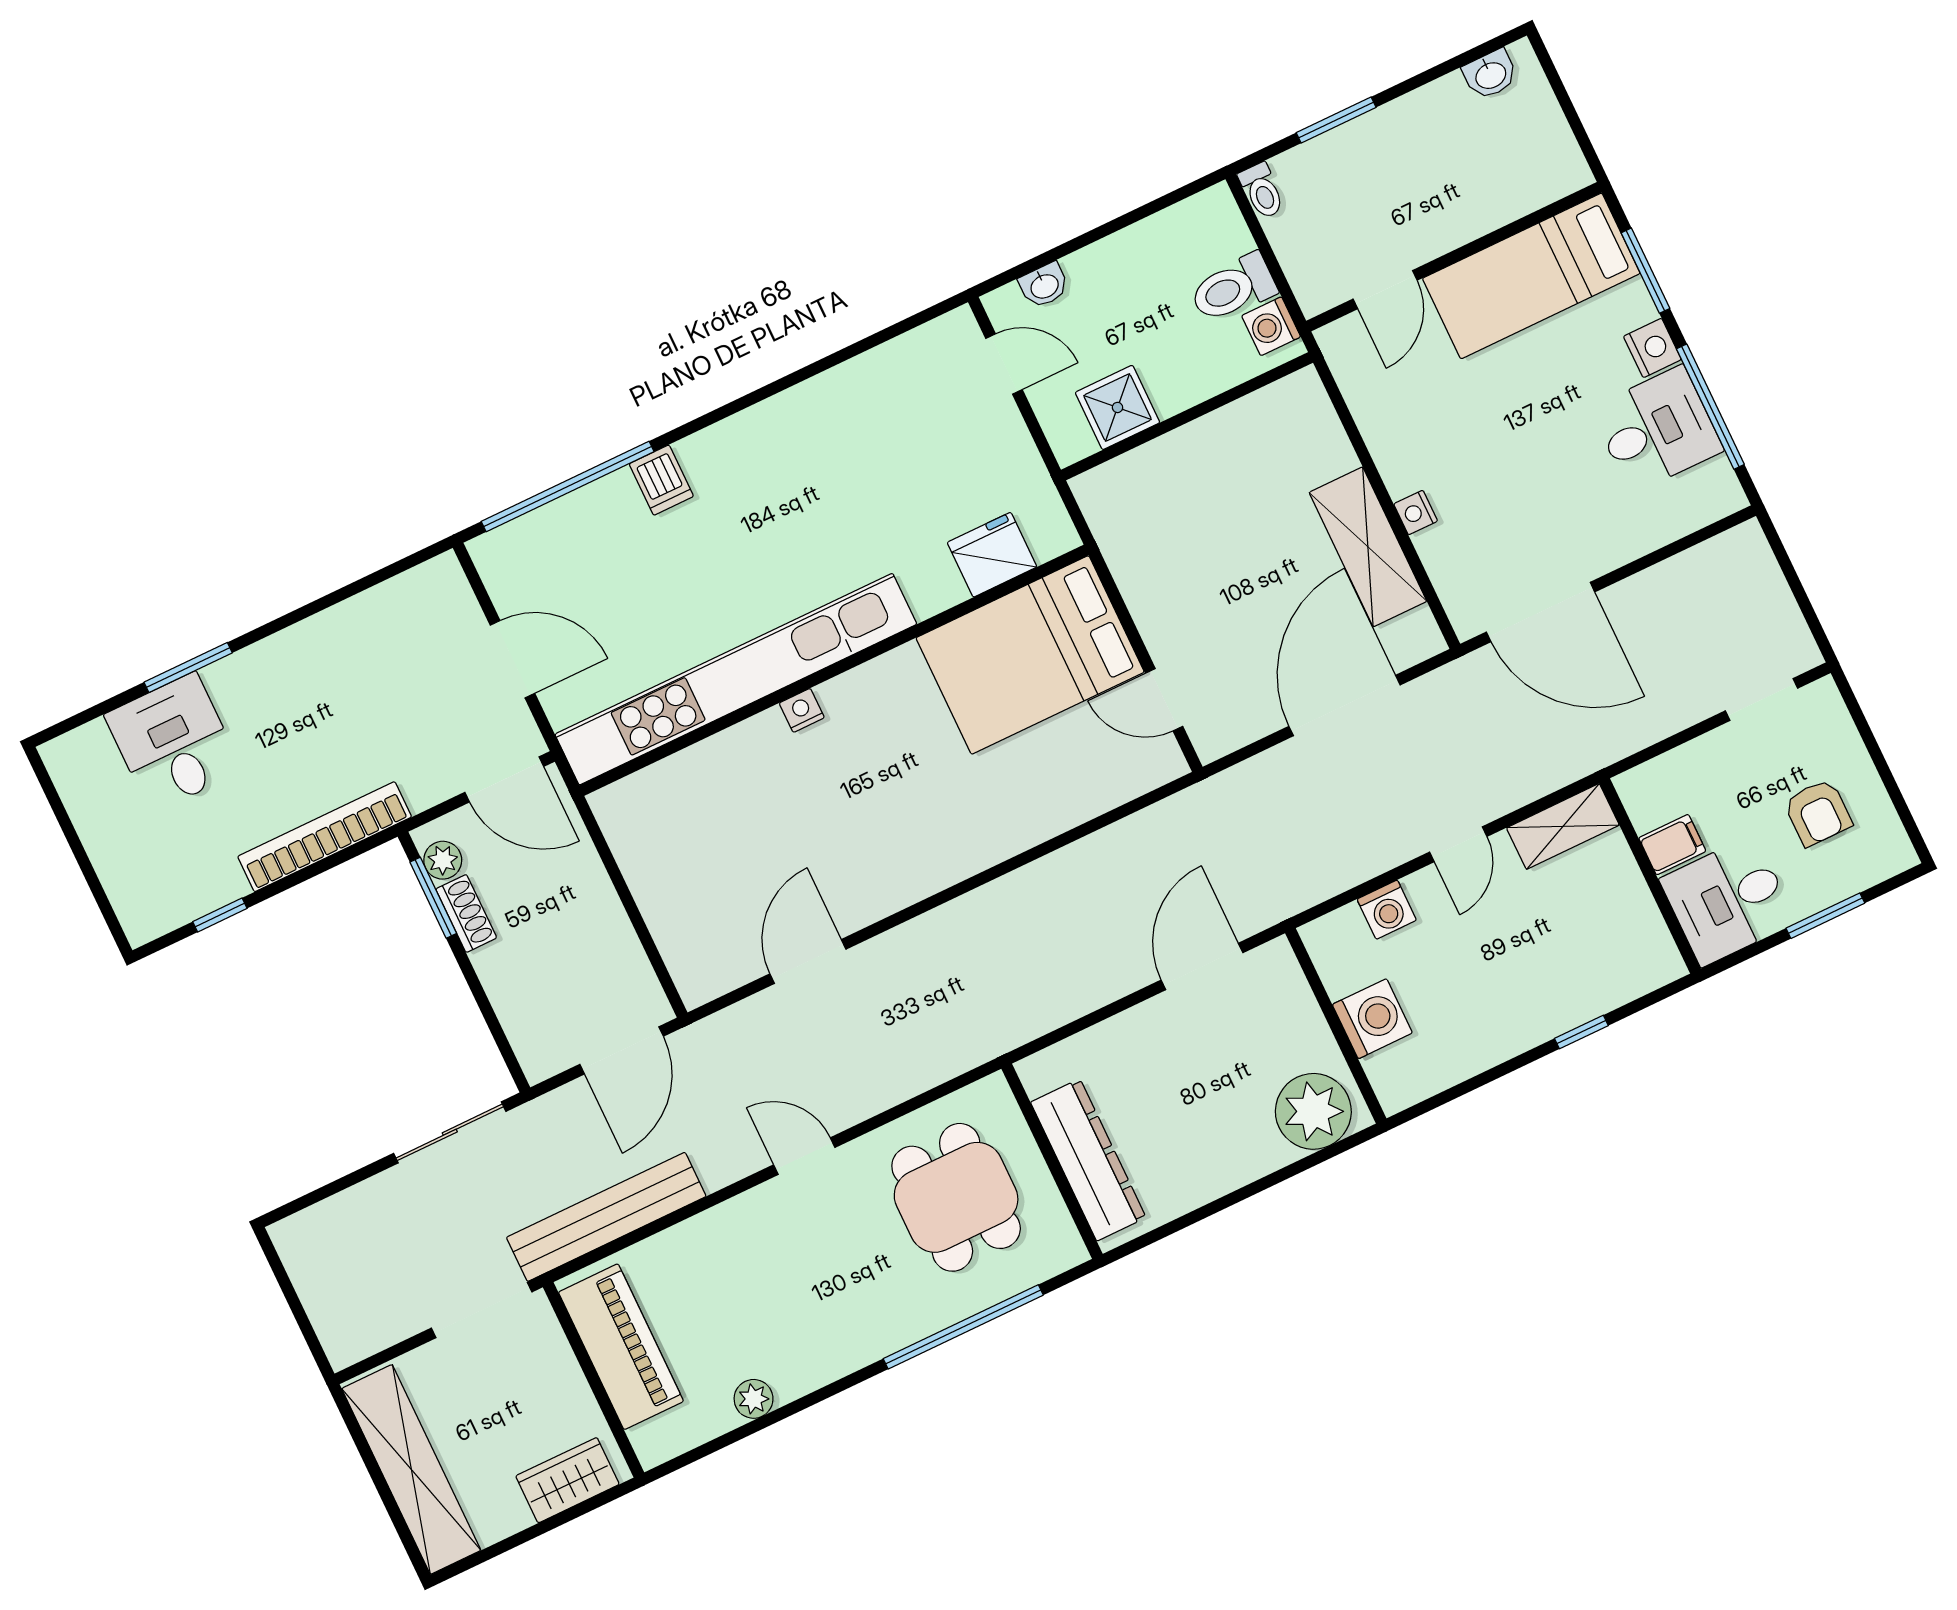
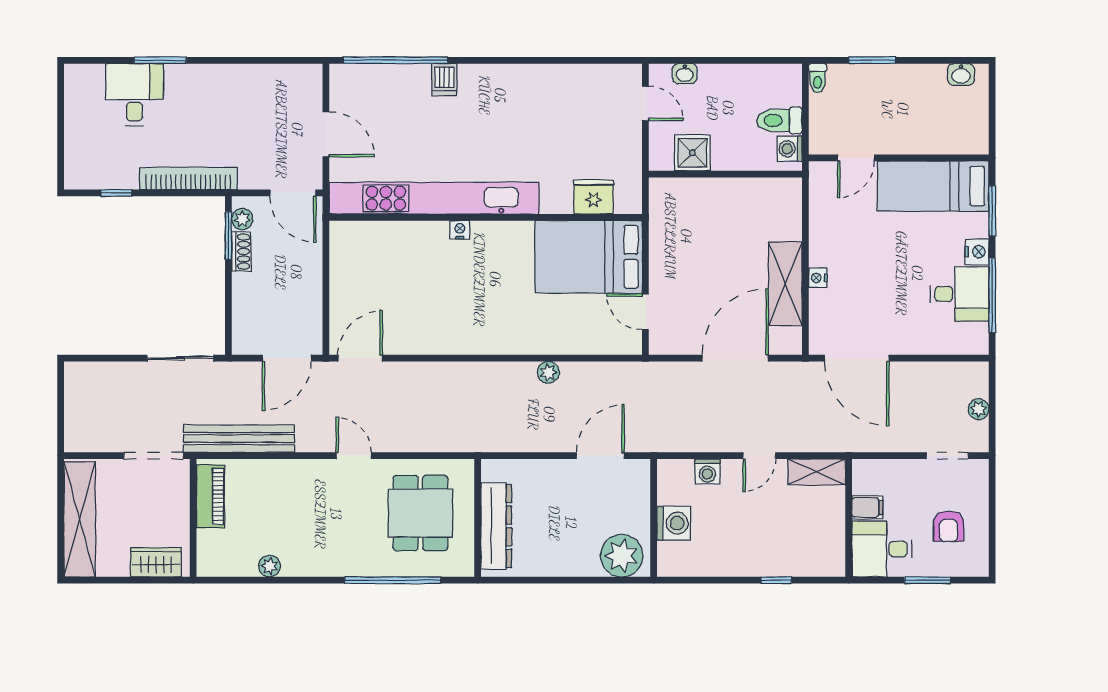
plant: (1776, 601) -> (978, 409), added
plant: (1054, 872) -> (548, 372), added
door: (808, 961) -> (360, 358), moved
piano: (621, 1347) -> (211, 496), width x0.73, depth x0.75

